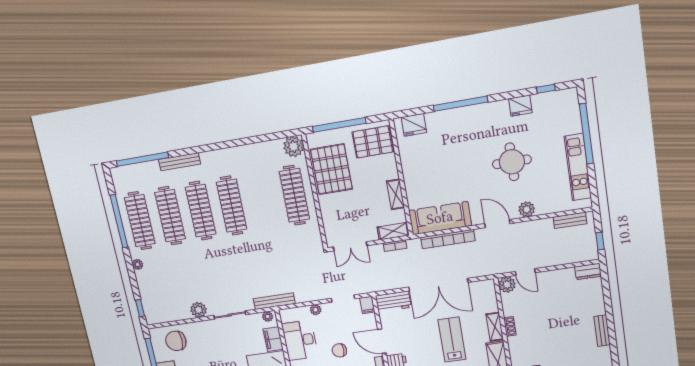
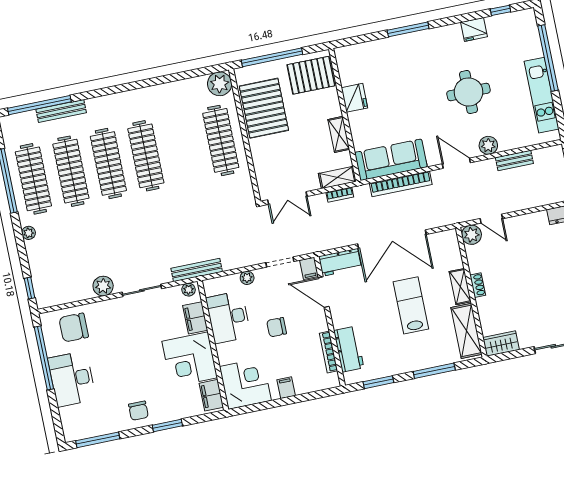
window: (460, 104) -> (408, 29), width x0.68
fridge: (414, 125) -> (354, 98), moved, turned -90
bench: (179, 162) -> (61, 111), moved
bench: (570, 220) -> (514, 160), moved
door: (382, 341) -> (324, 292), moved

